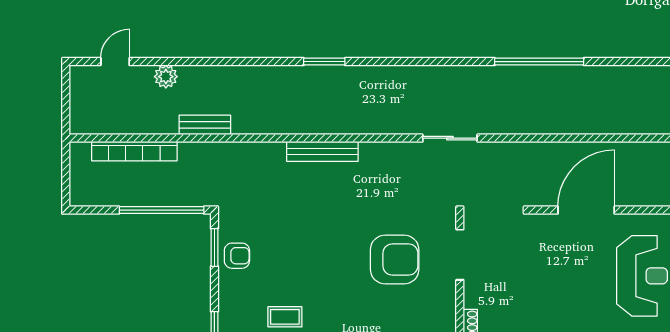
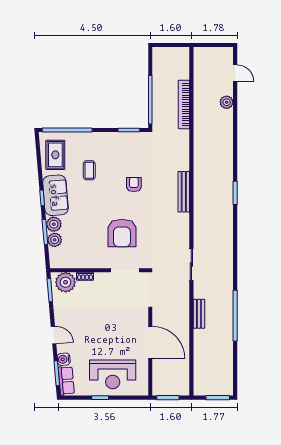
bench: (205, 125) -> (199, 314), moved
bookcase: (134, 151) -> (184, 104), moved
armchair: (237, 256) -> (134, 185), moved, turned 180

